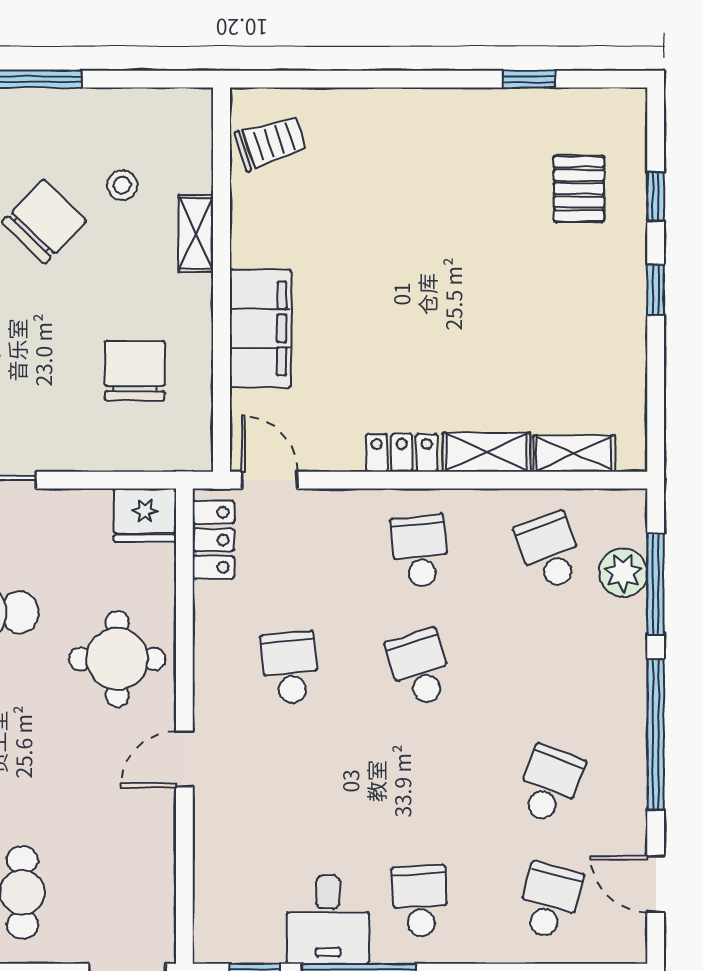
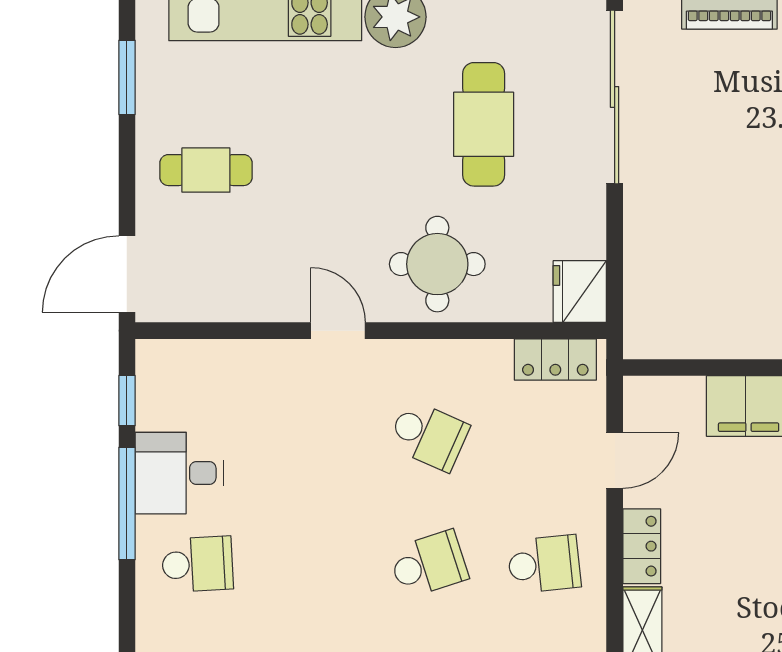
chair: (135, 371) -> (723, 281), removed
door: (269, 480) -> (615, 461), moved
school desk: (290, 668) -> (429, 435), turned 30

